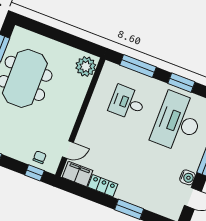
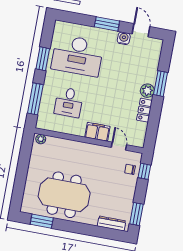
plant: (86, 67) -> (41, 139), width x0.53, depth x0.53
filing cabinet: (78, 174) -> (97, 132), moved, turned 90
plant: (124, 193) -> (147, 91), added

